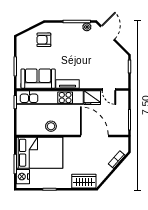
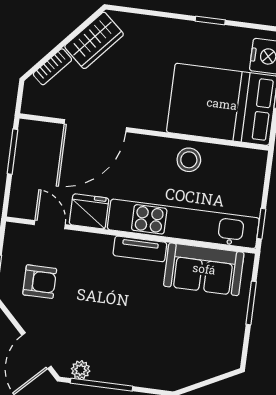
armchair: (44, 40) -> (40, 282), moved
door: (94, 136) -> (95, 126), hinge flipped
wardrobe: (84, 181) -> (94, 40), moved, turned -49

